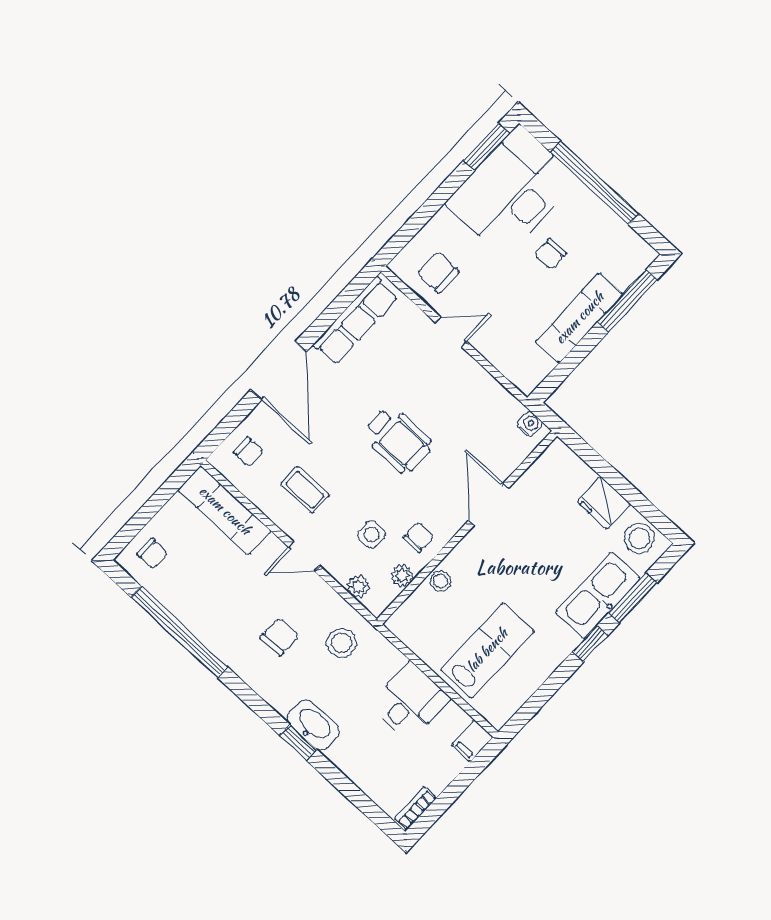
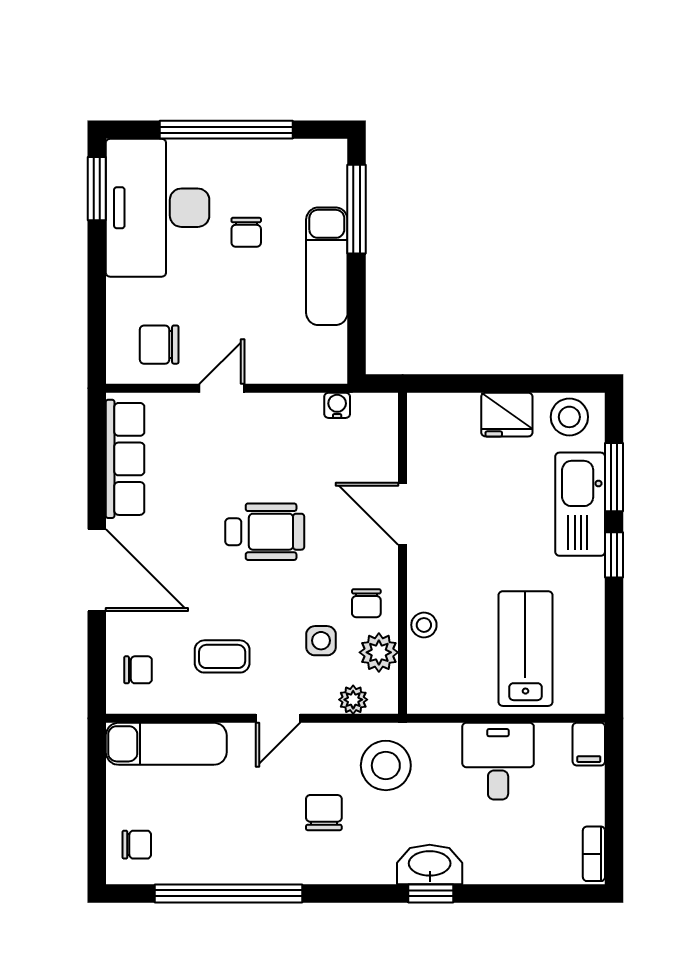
water cooler: (530, 424) -> (337, 405), moved
chair: (419, 537) -> (366, 603), turned 180
plant: (402, 576) -> (379, 652), width x1.38, depth x1.38
stool: (342, 643) -> (386, 765), width x1.38, depth x1.38

